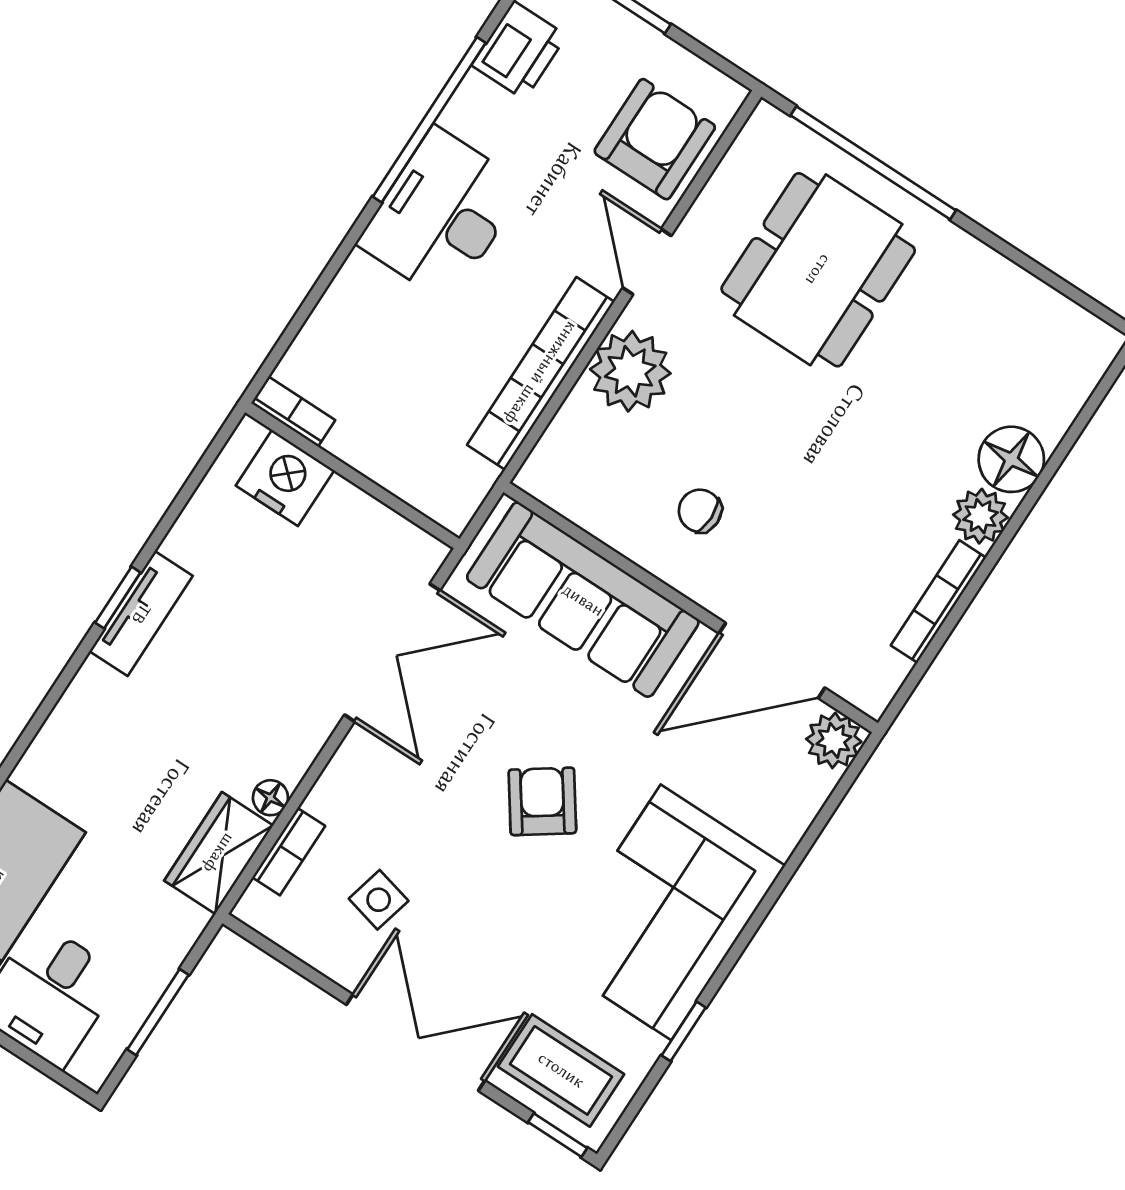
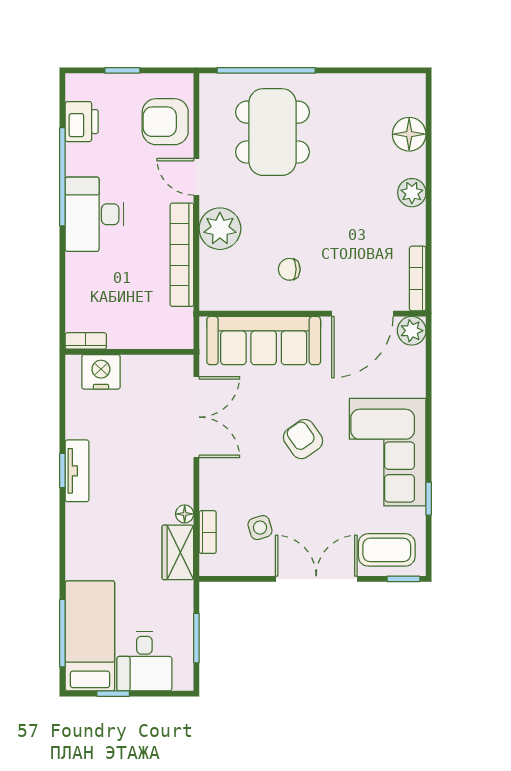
armchair: (655, 139) -> (165, 122), turned -90
floor lamp: (1011, 459) -> (409, 134), moved
bookcase: (938, 601) -> (418, 279), moved
side table: (379, 900) -> (260, 528), turned -31

